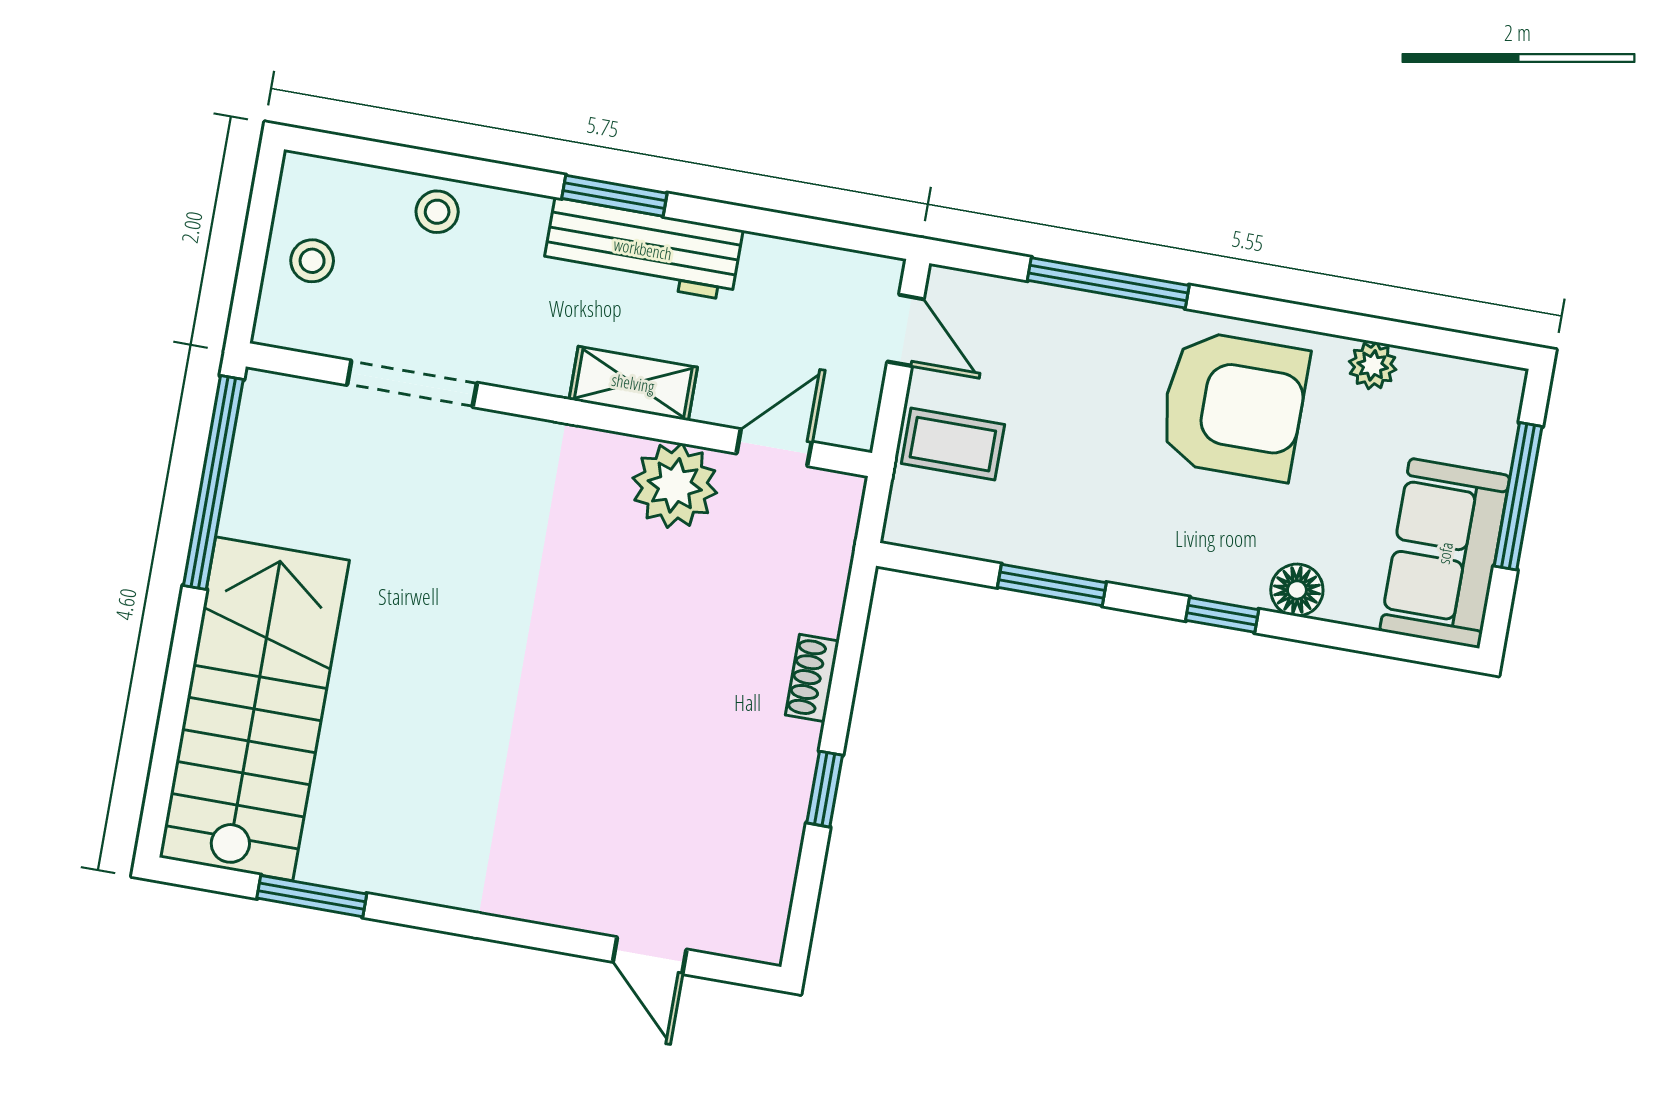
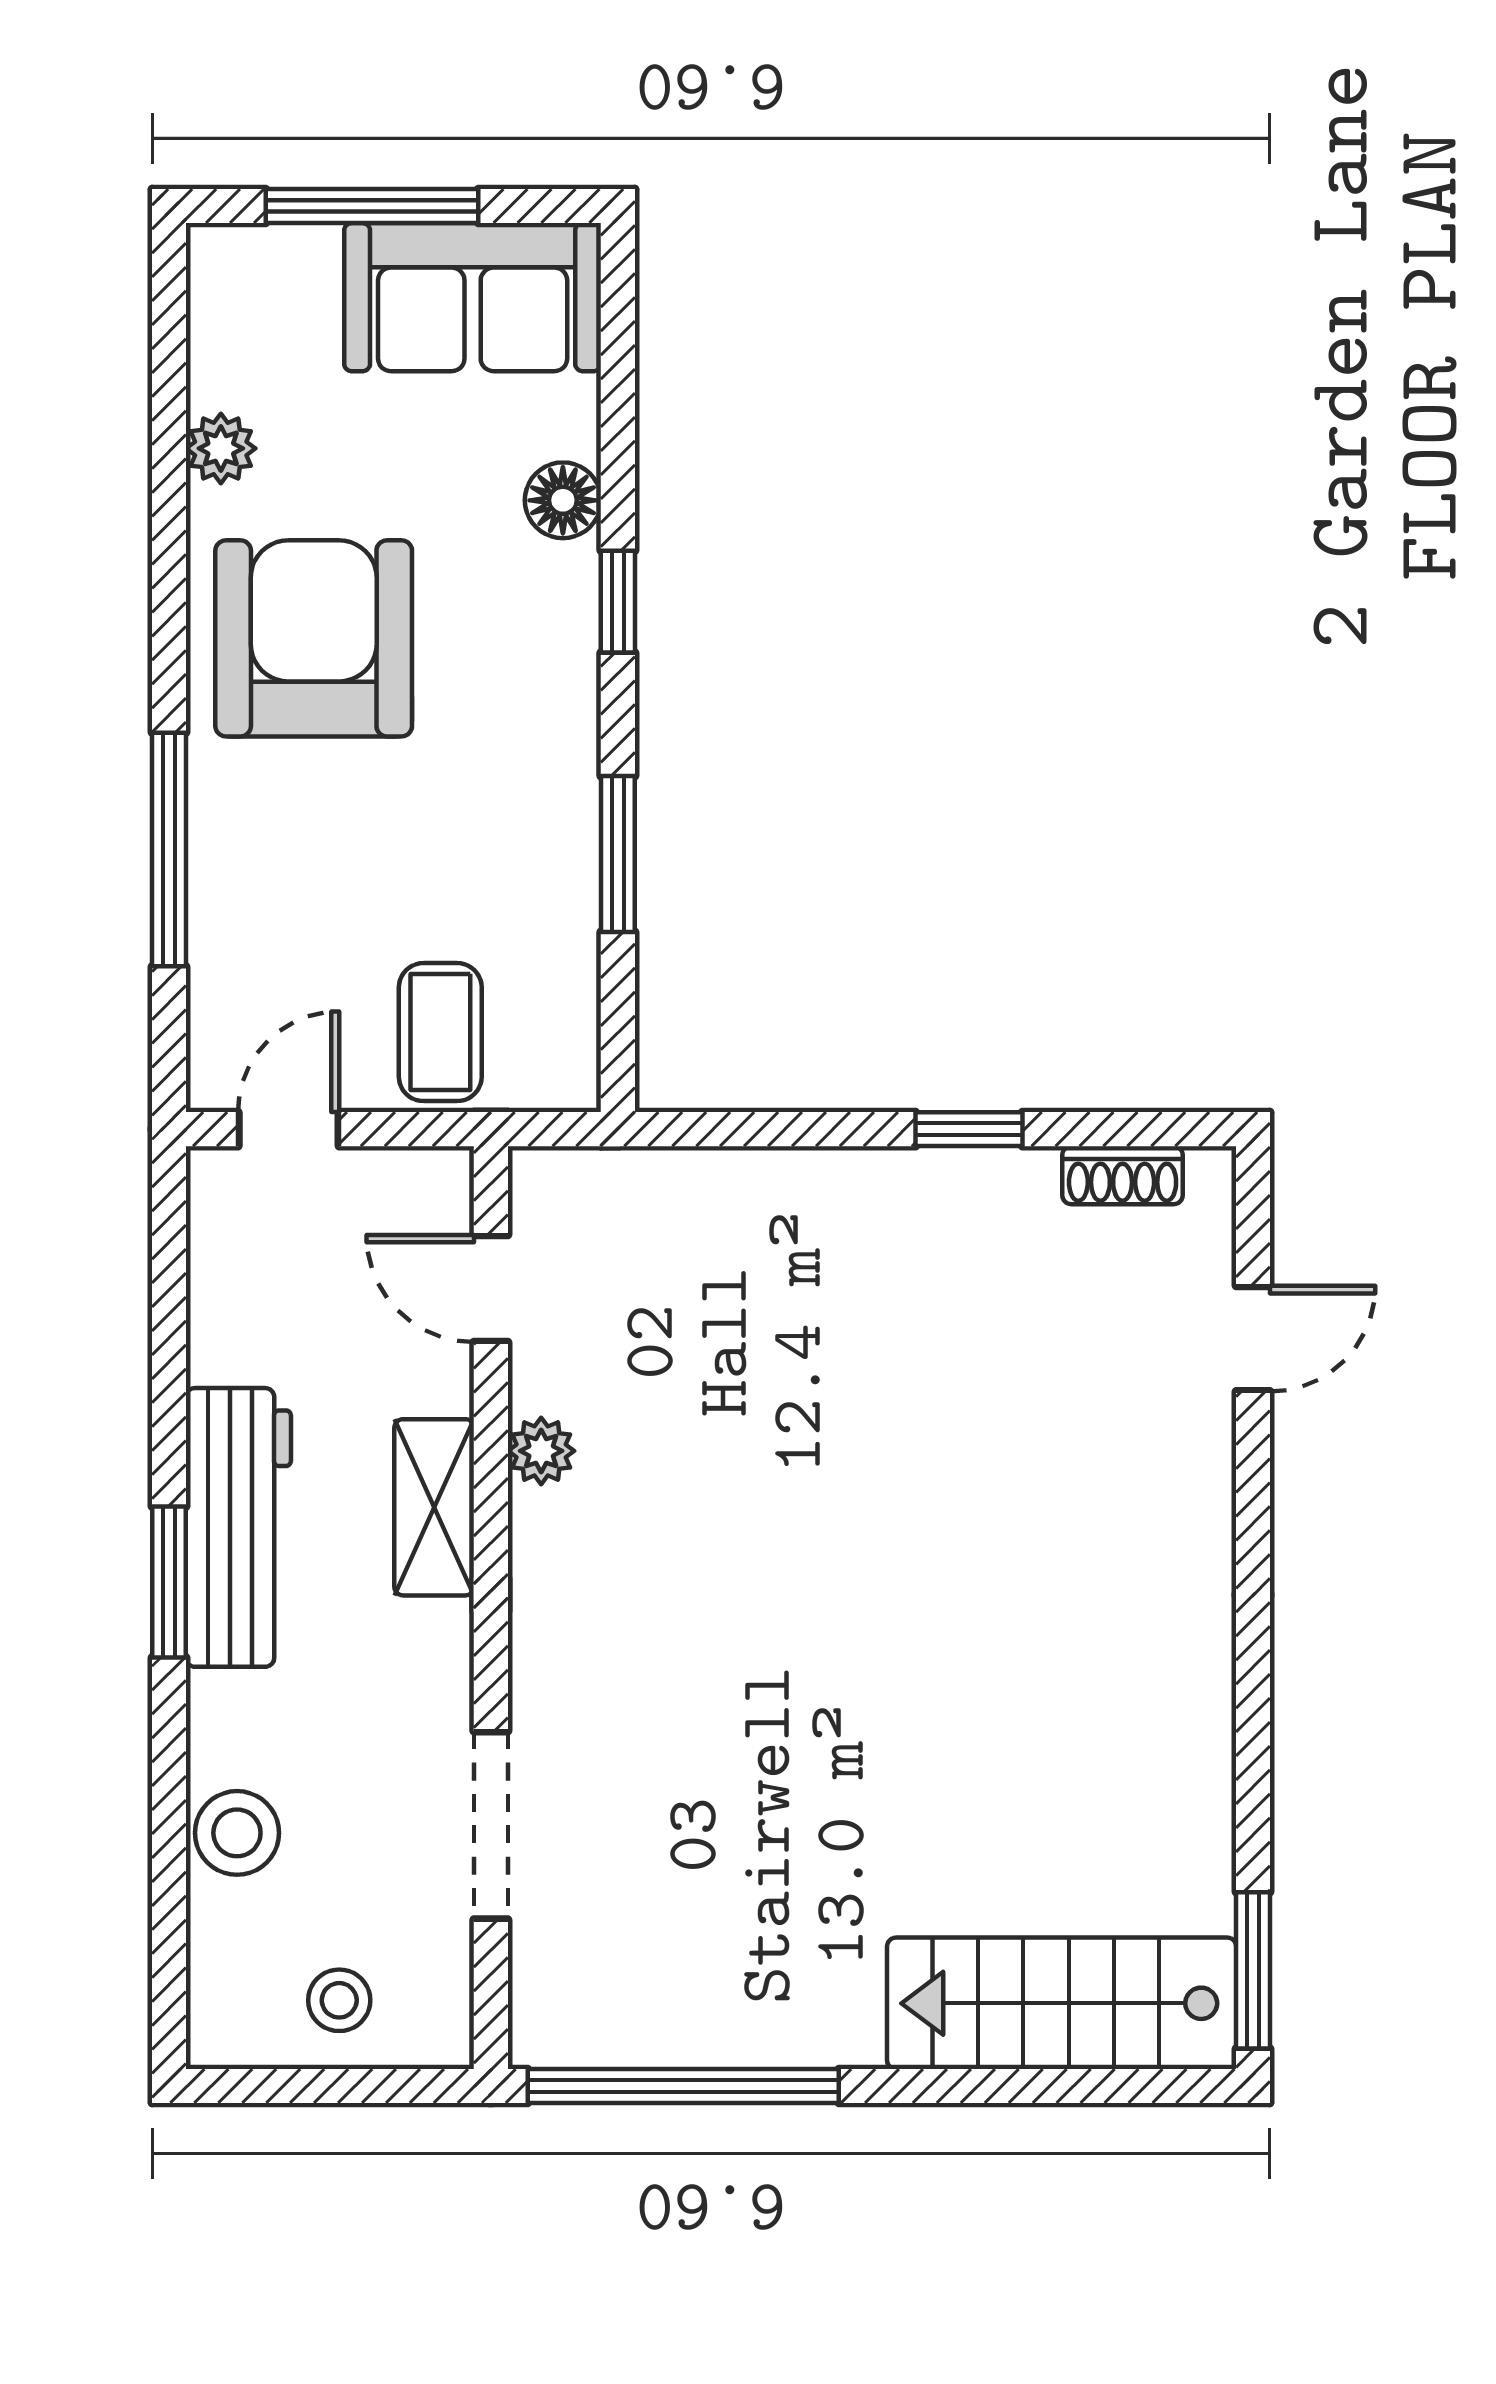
stool: (437, 212) -> (237, 1833), width x1.37, depth x1.37
plant: (675, 485) -> (541, 1451), width x0.53, depth x0.53
shoe rack: (812, 678) -> (1123, 1175), moved
stairs: (254, 709) -> (1062, 2003), width x0.73, depth x0.66
window: (312, 896) -> (1253, 1970), moved

